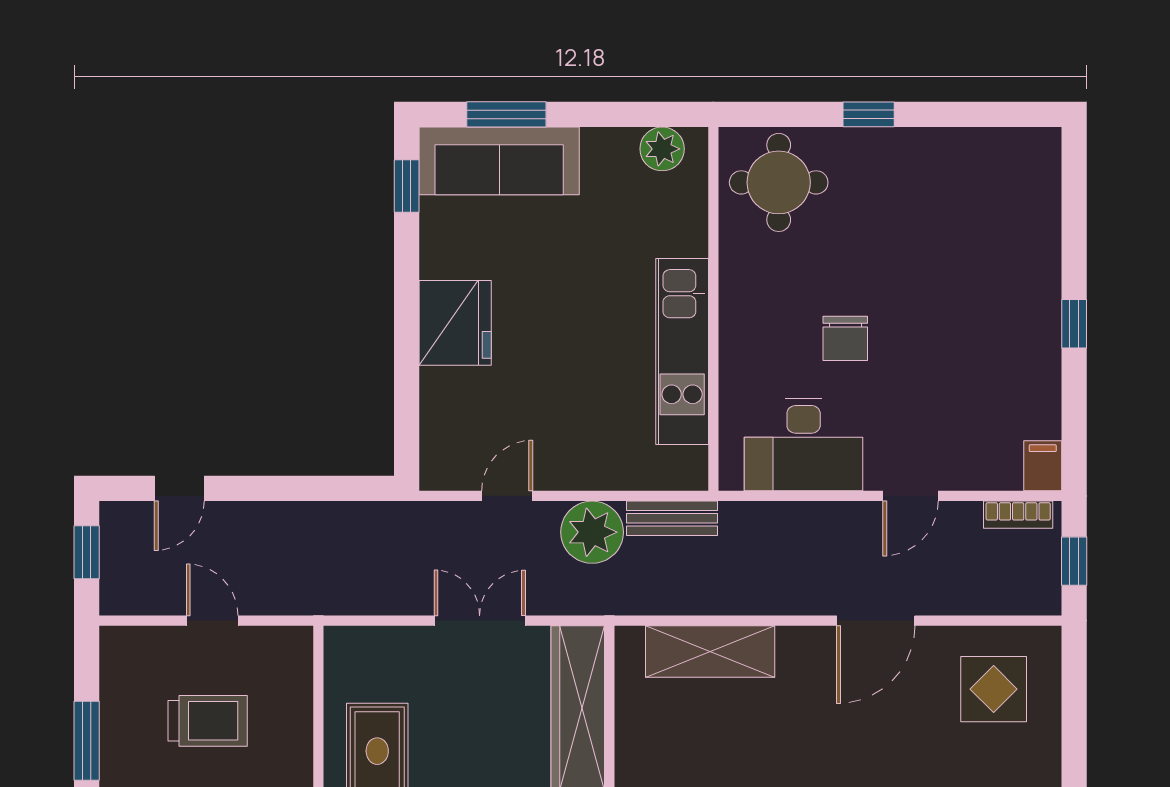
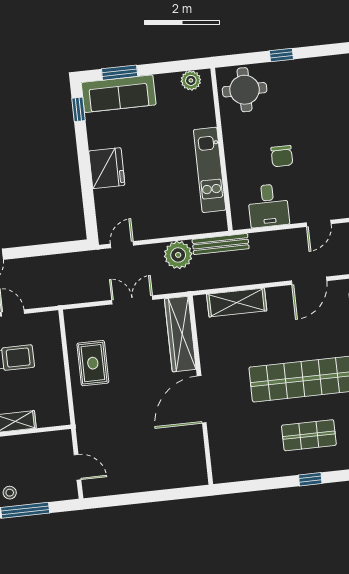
desk: (804, 444) -> (268, 206), width x0.73
door: (507, 496) -> (122, 245), moved
bench: (672, 518) -> (221, 244), width x1.36

